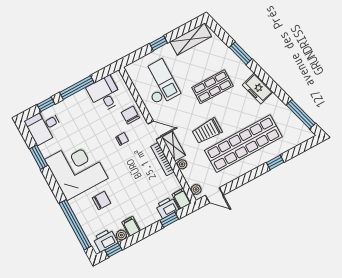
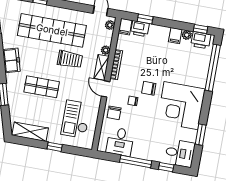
chair: (101, 201) -> (149, 88), moved

